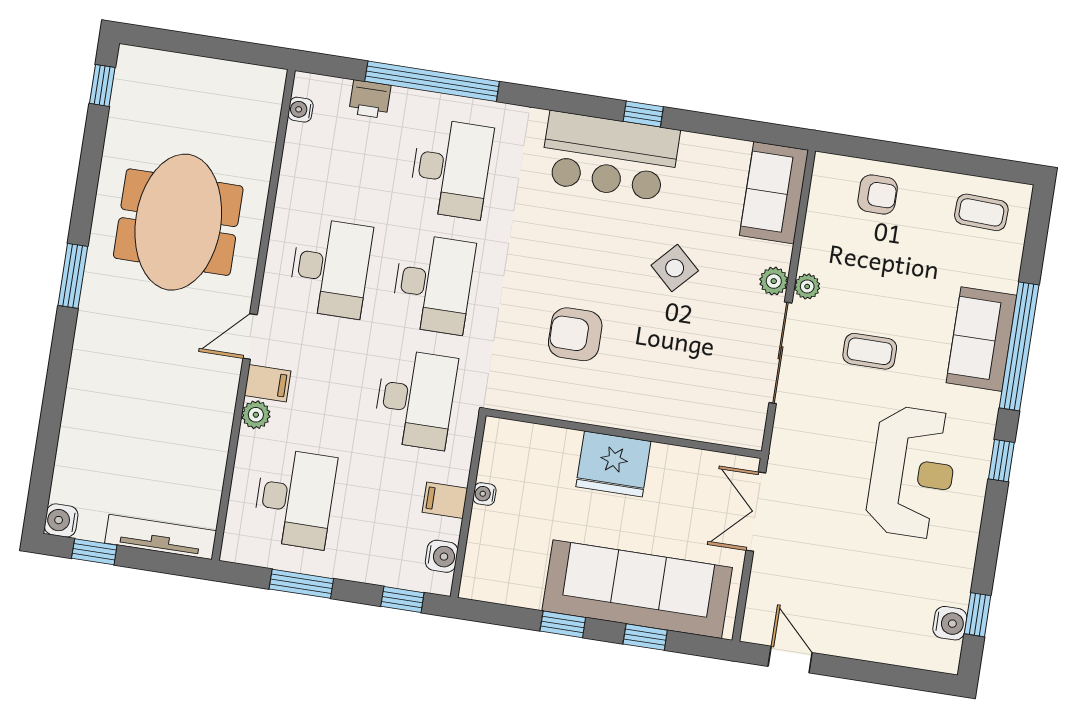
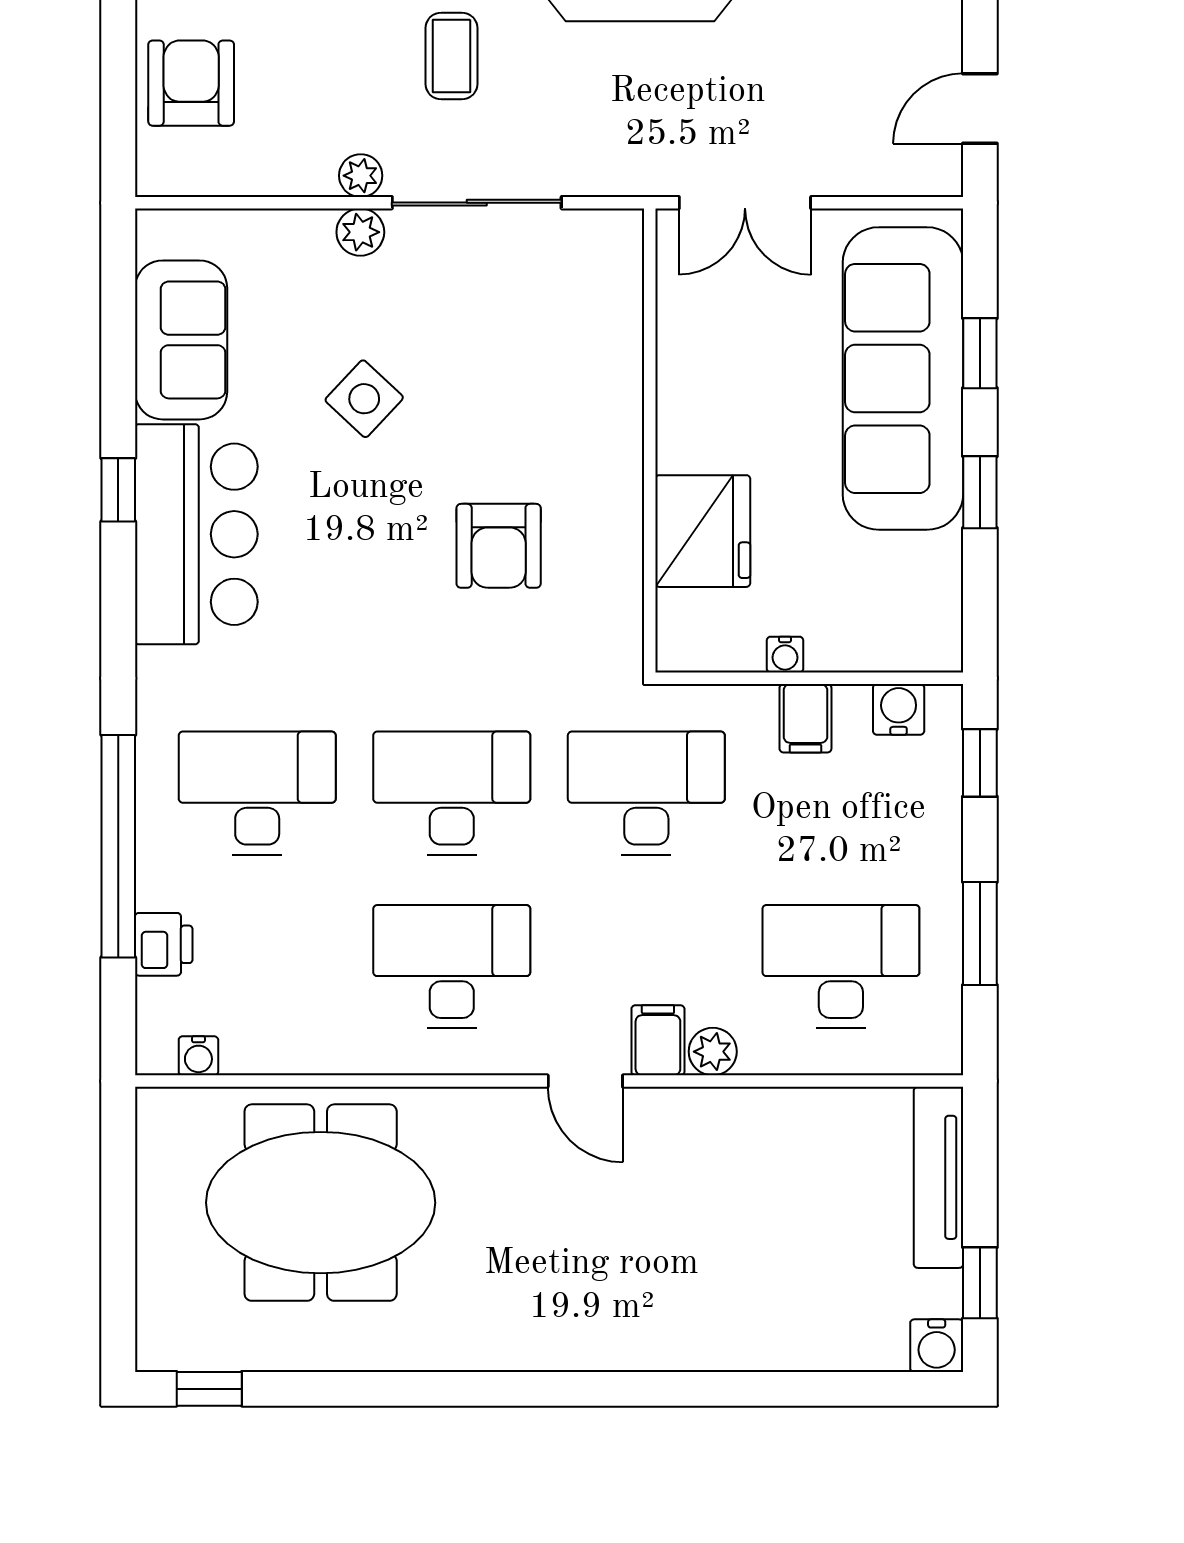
sofa: (774, 193) -> (181, 340), moved, turned -90
armchair: (878, 194) -> (191, 83), width x1.38, depth x1.38
meeting table: (178, 222) -> (321, 1203), moved
window: (73, 276) -> (531, 1389), removed
fridge: (613, 464) -> (703, 531), moved

